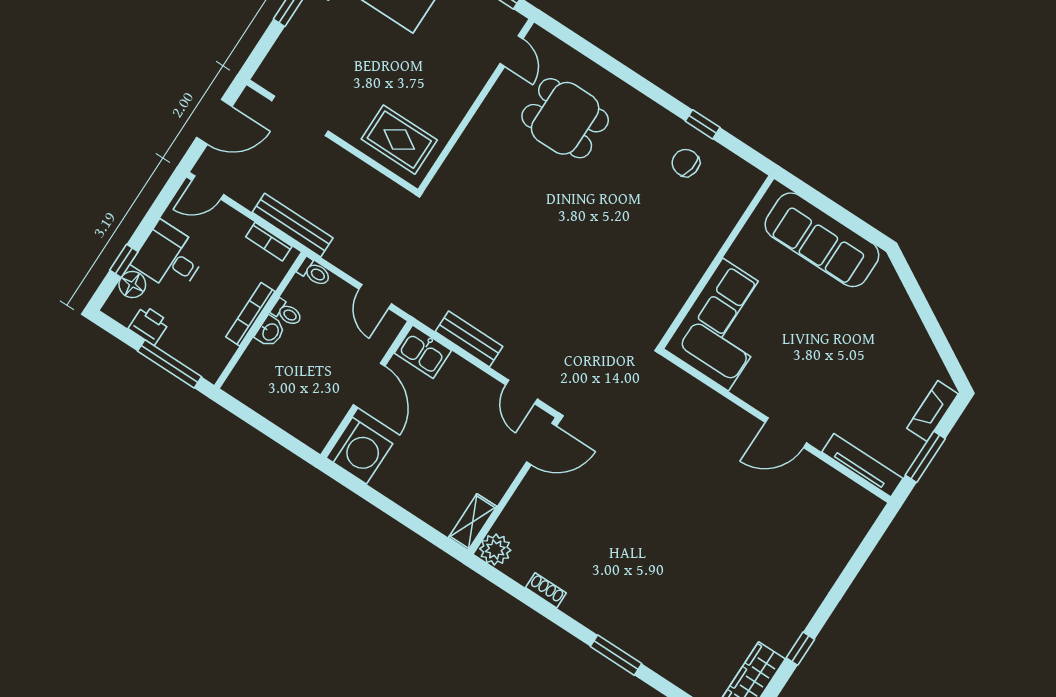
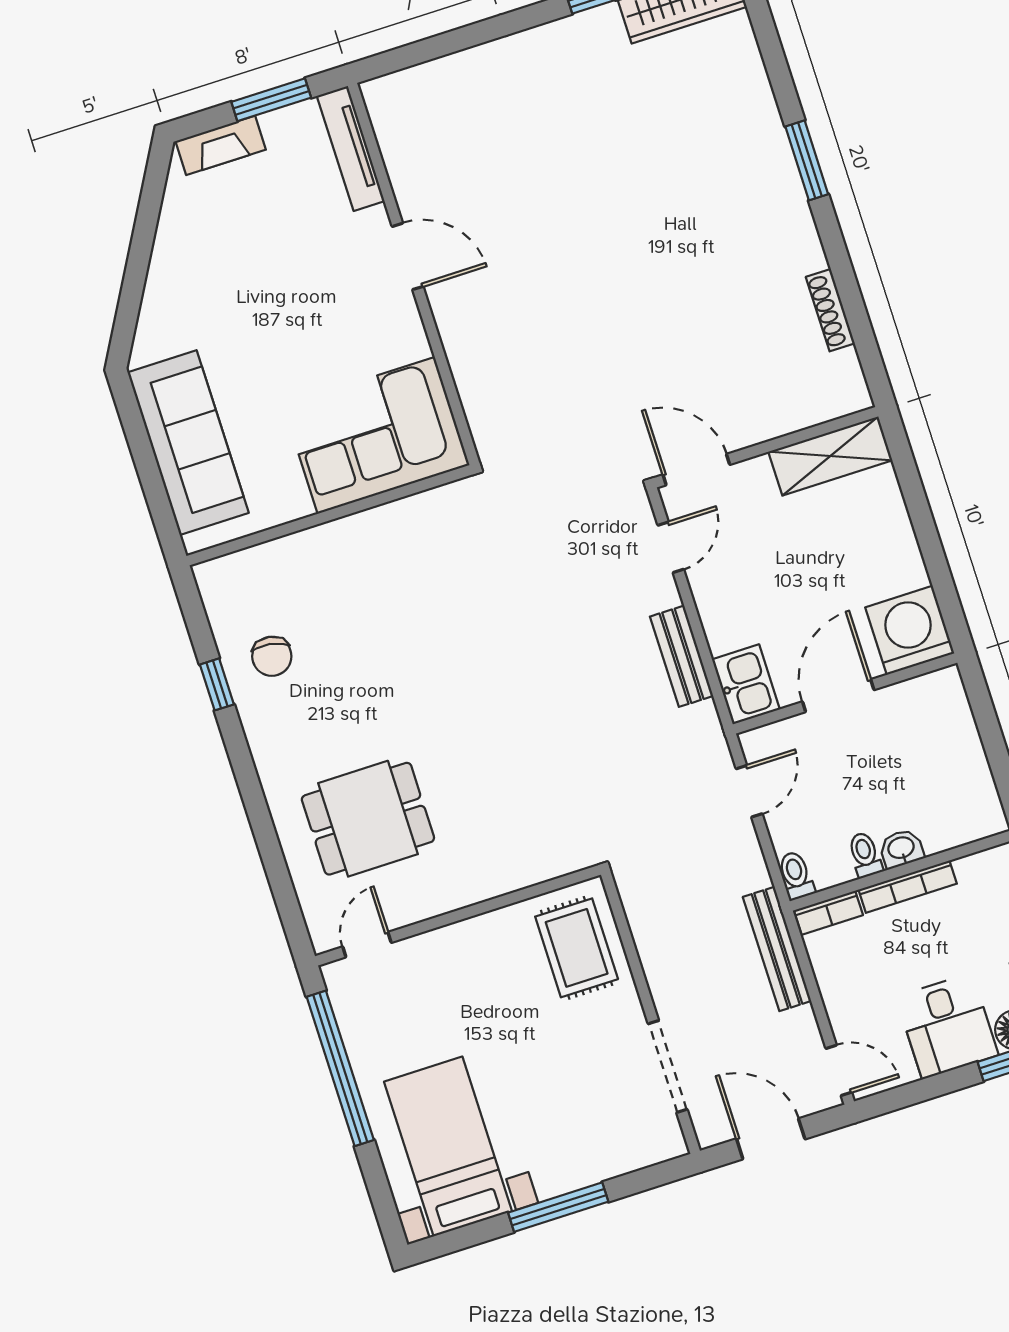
dining table: (565, 118) -> (368, 819), turned 90
bookcase: (269, 242) -> (828, 913), moved, turned 90
shelving: (473, 522) -> (830, 456), width x1.50, depth x1.33
plant: (495, 550) -> (846, 392), removed
shoe rack: (546, 590) -> (830, 310), width x1.43

